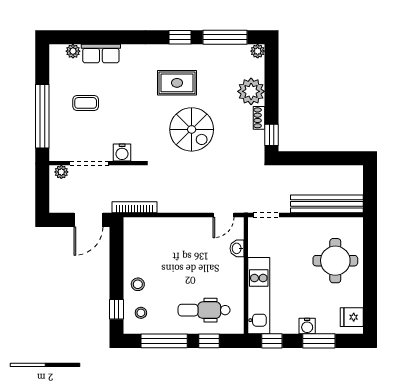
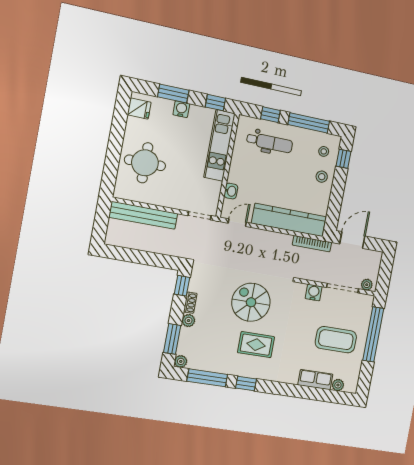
window: (271, 75) -> (172, 339), added
plant: (251, 91) -> (189, 321), width x0.53, depth x0.53
coffee table: (86, 103) -> (336, 340), width x1.86, depth x1.72
kitchen counter: (166, 229) -> (289, 220), added

